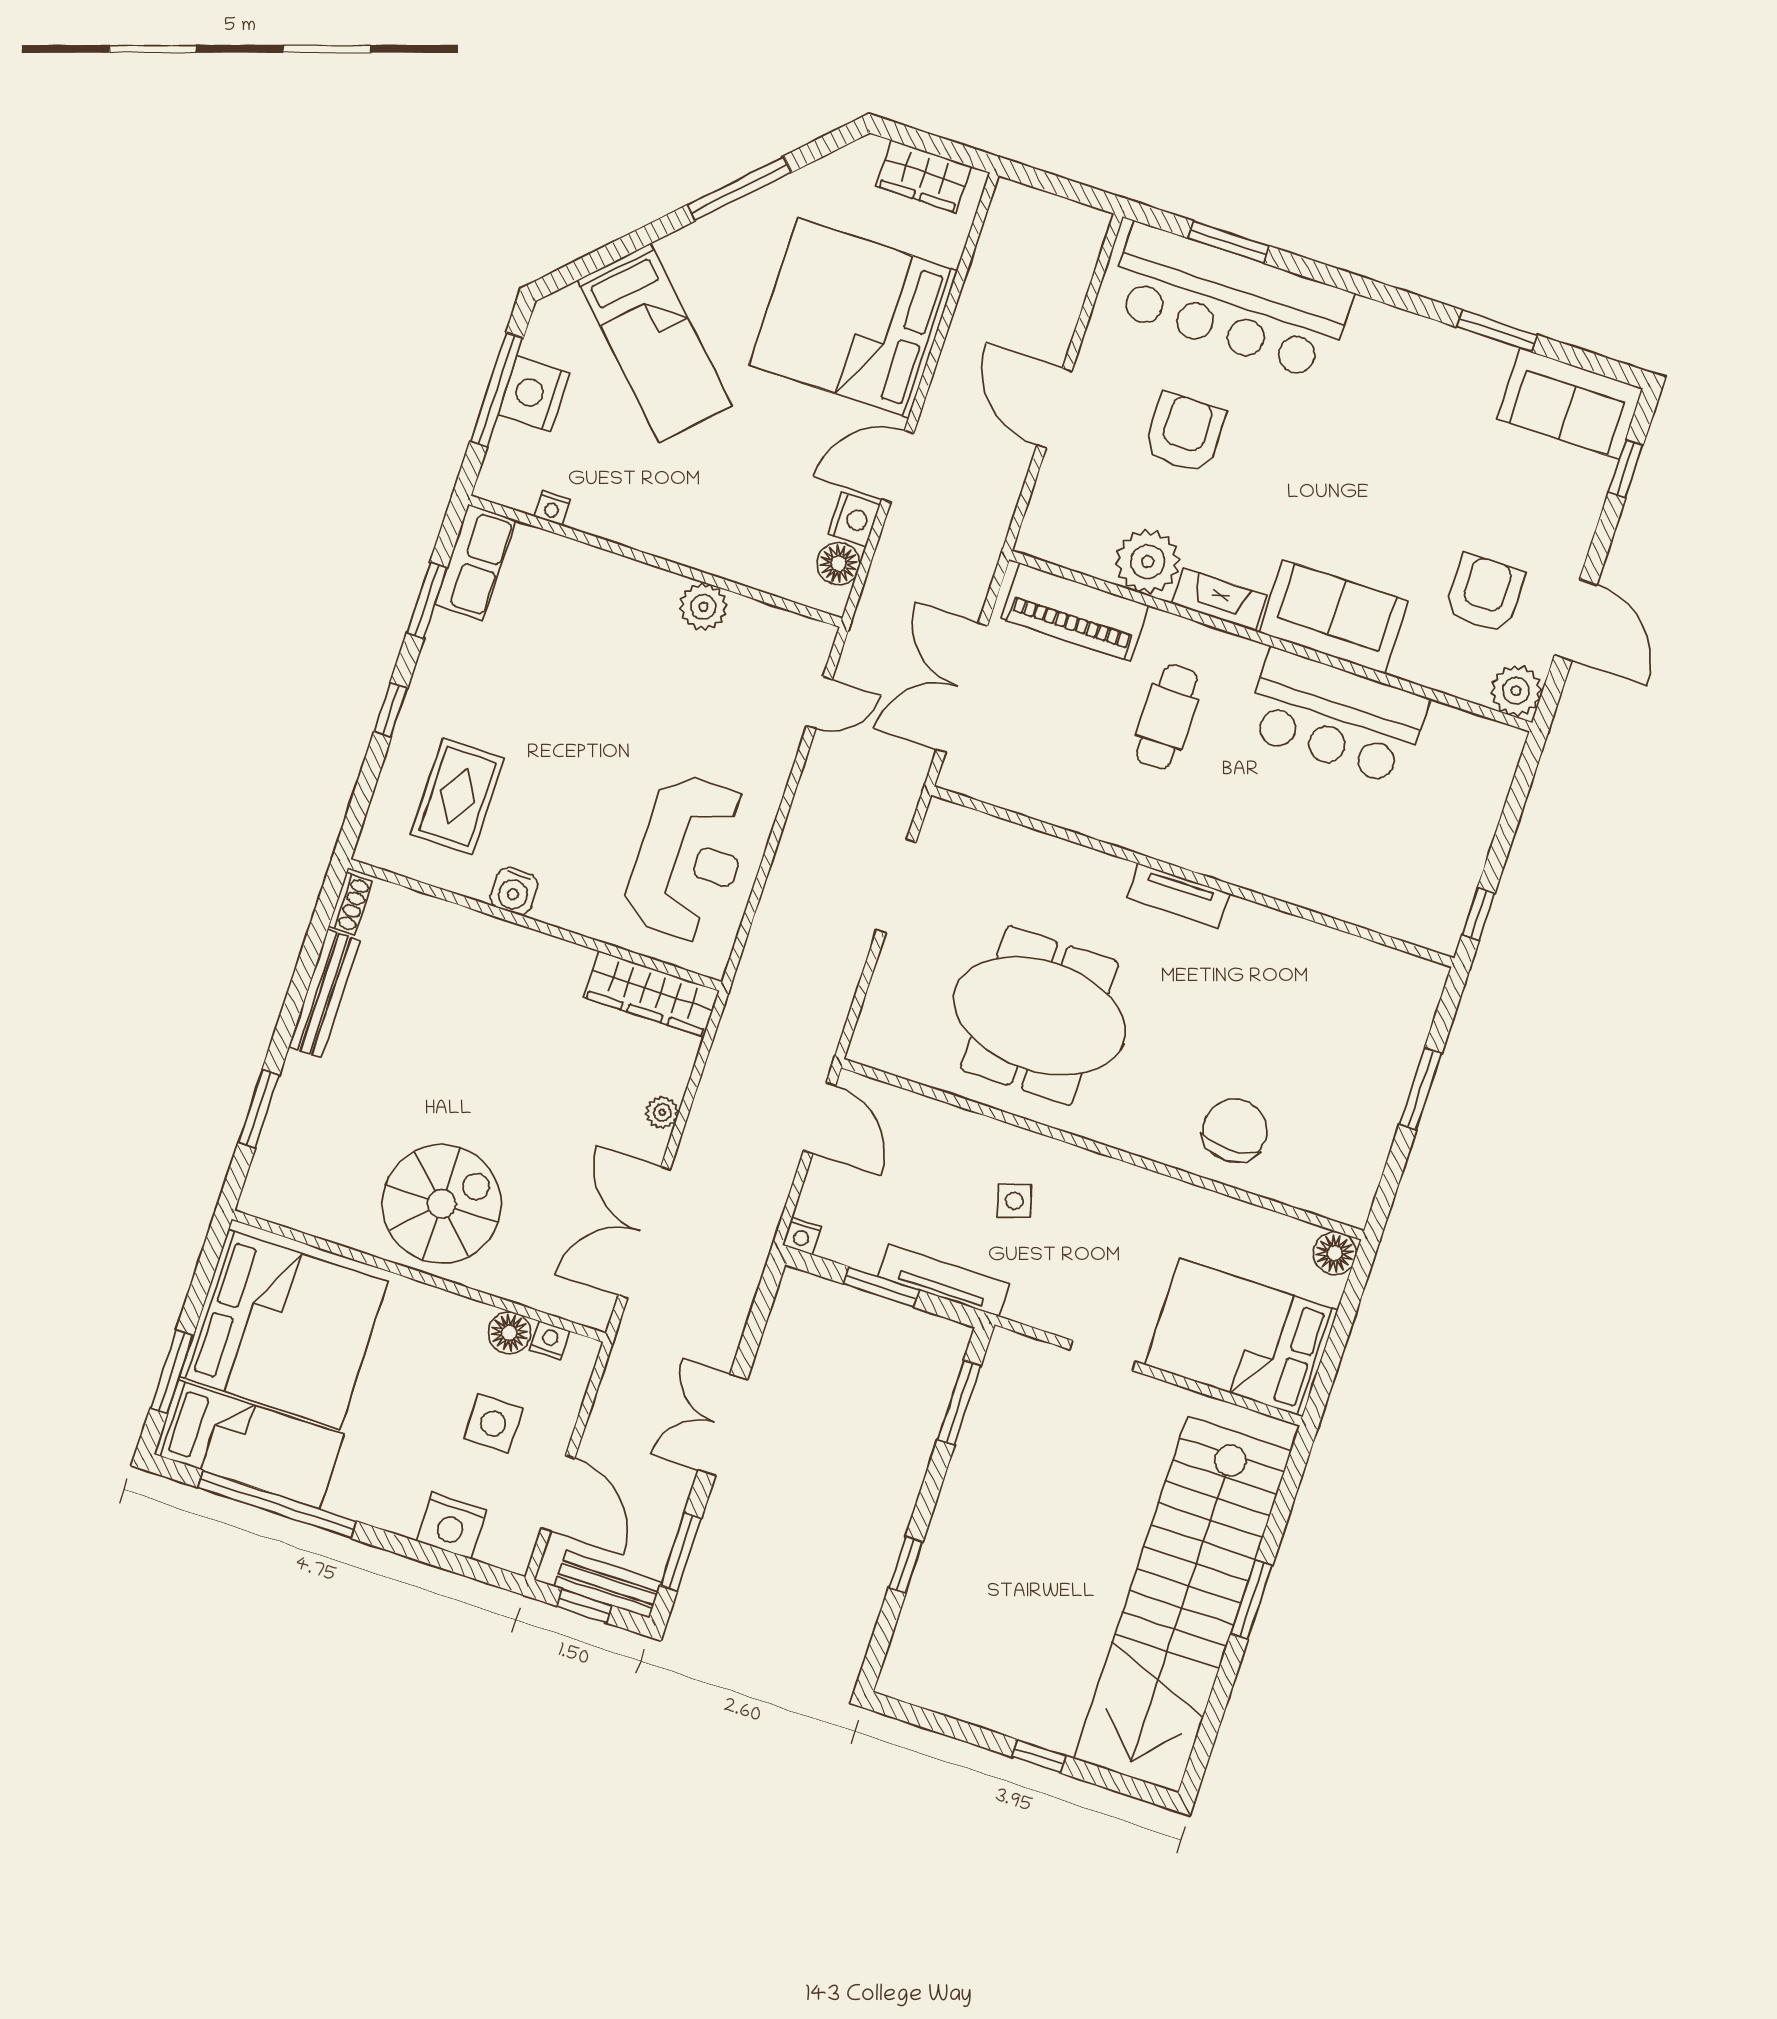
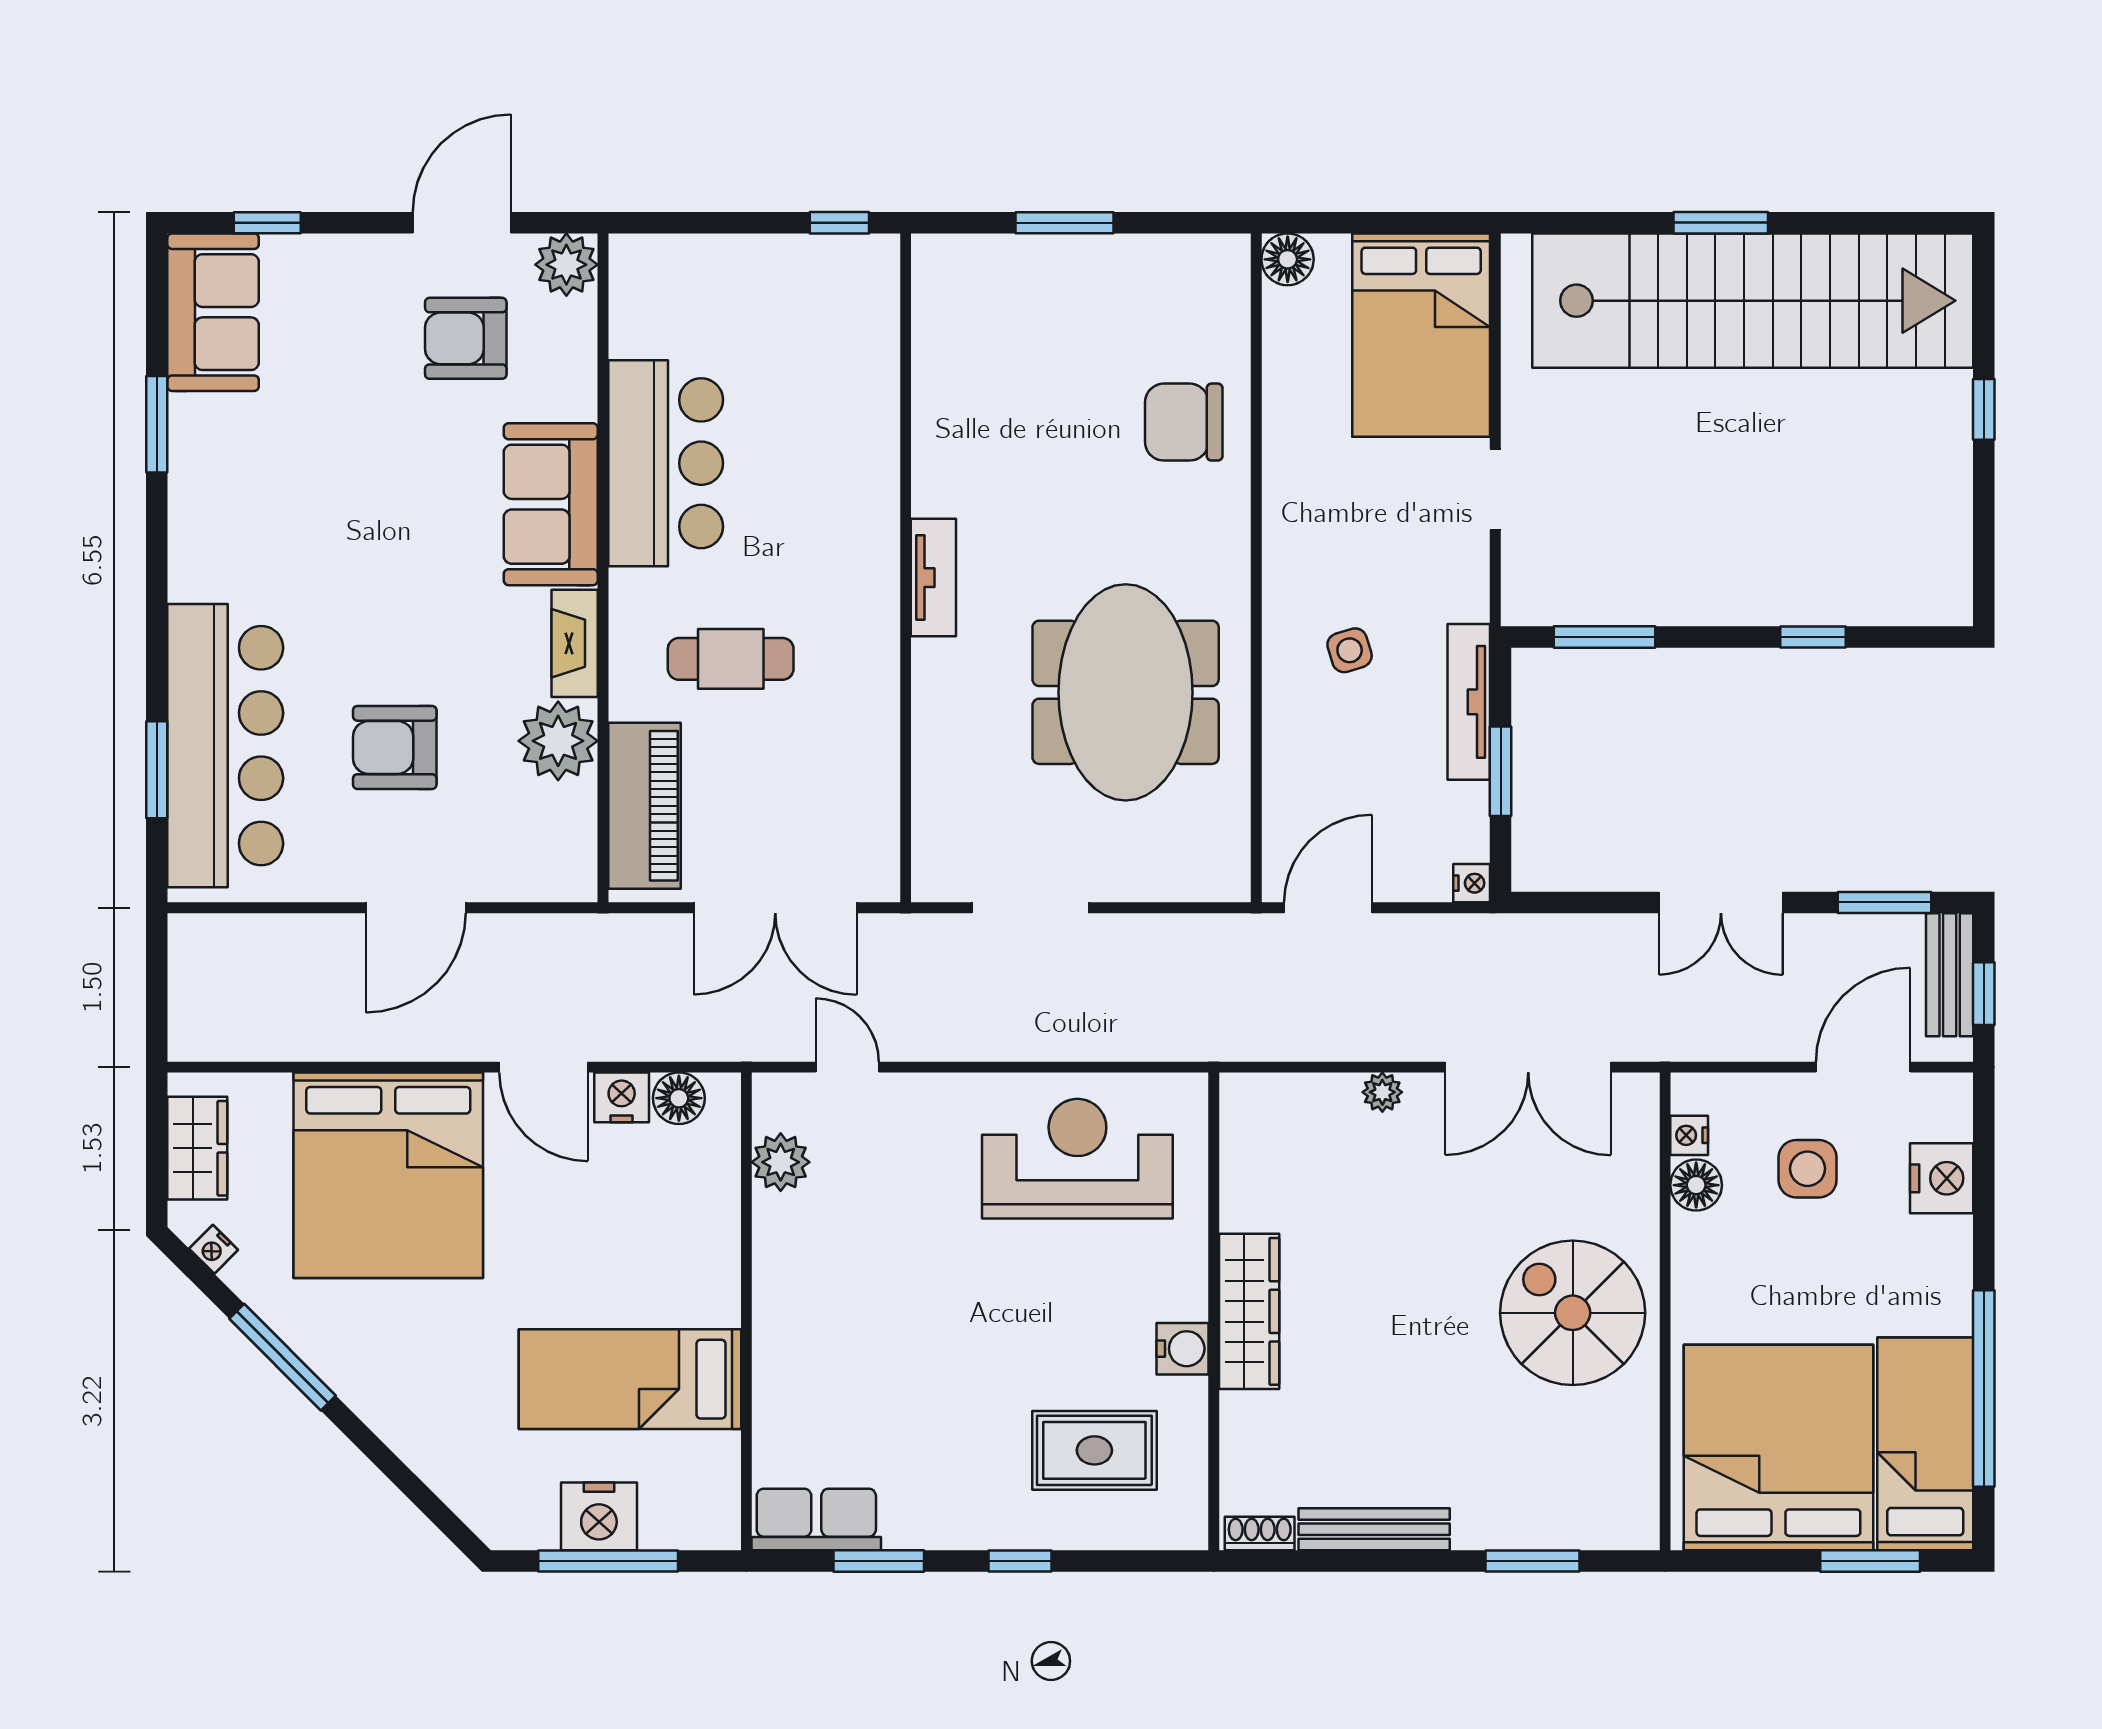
bed: (655, 343) -> (630, 1379), moved, turned -135
nightstand: (552, 508) -> (214, 1249), moved, turned 135
plant: (703, 607) -> (781, 1162), moved
wardrobe: (651, 994) -> (1249, 1311), moved

